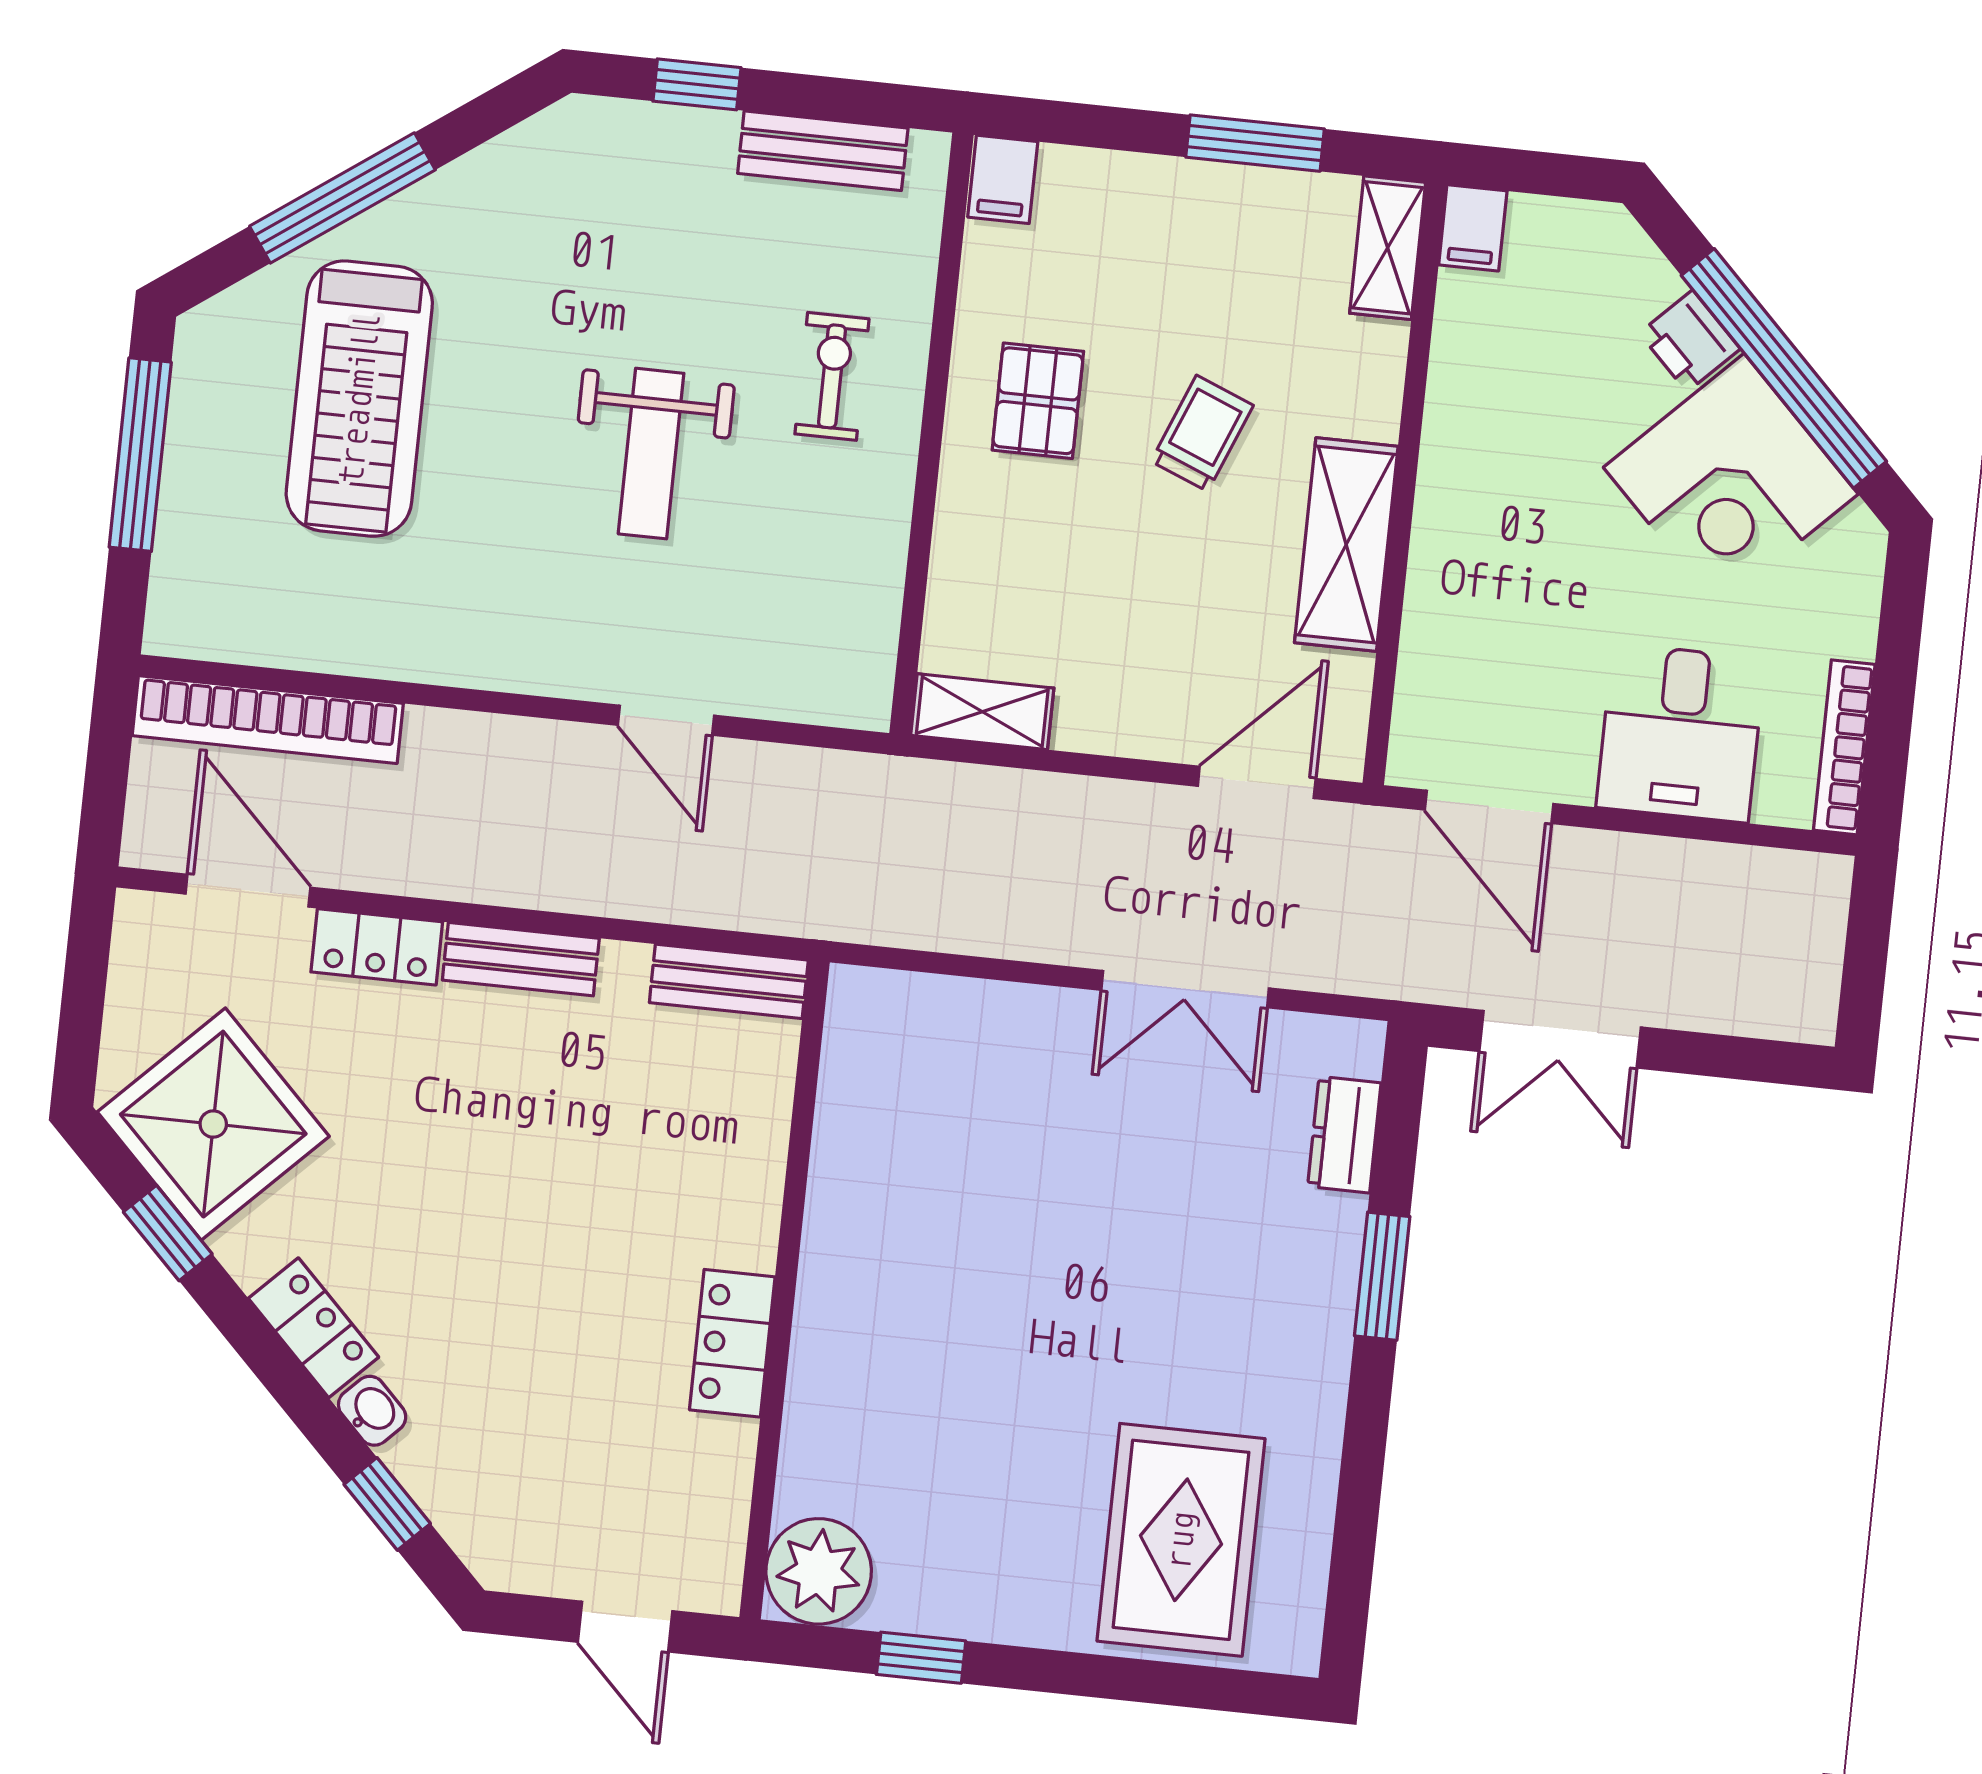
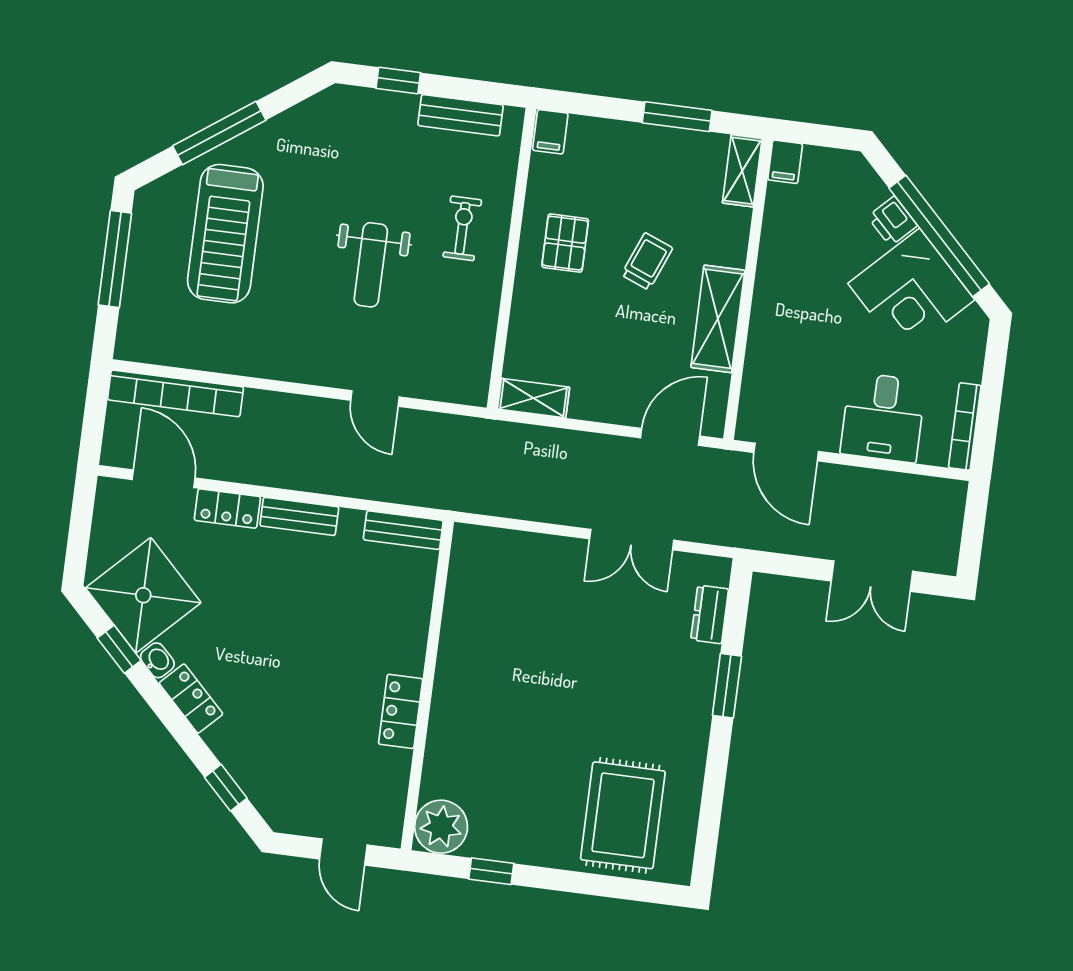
double door: (1560, 1039) -> (872, 576), moved
washbasin: (372, 1411) -> (157, 660), moved

